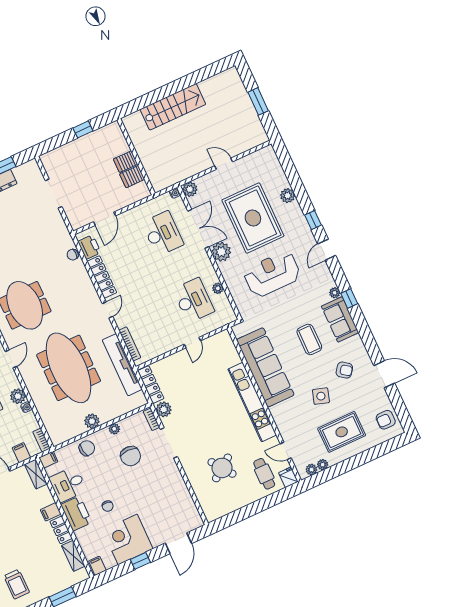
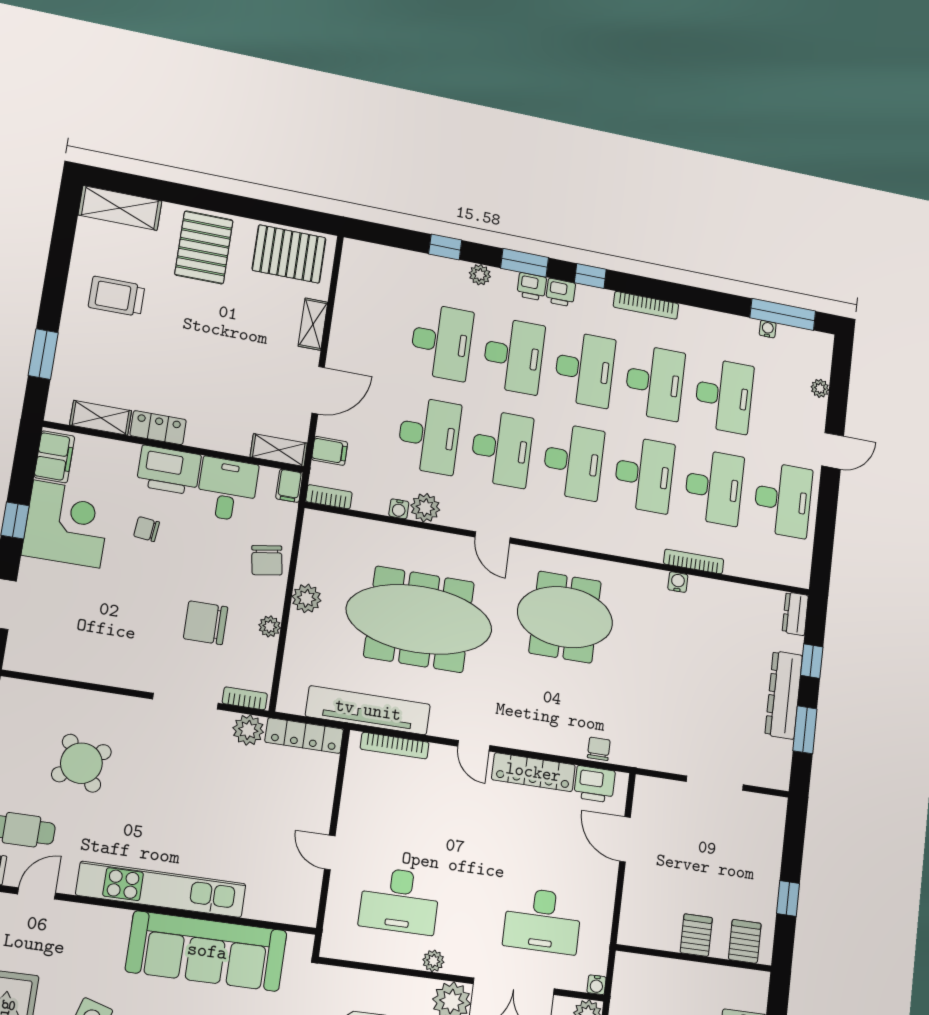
server rack: (132, 177) -> (745, 941), moved
plant: (218, 288) -> (433, 961), moved
filing cabinet: (51, 512) -> (200, 431), removed
filing cabinet: (97, 566) -> (54, 457), width x2.00

